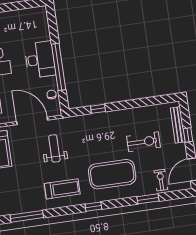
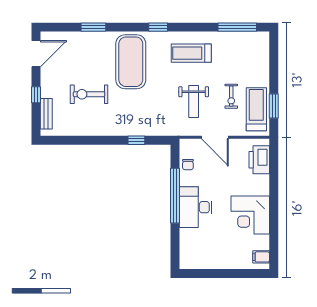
door: (32, 121) -> (215, 137), width x0.73
bench: (178, 125) -> (46, 114), width x0.73
exercise mat: (112, 174) -> (131, 62), turned 90
exercise bike: (161, 180) -> (231, 96), moved

